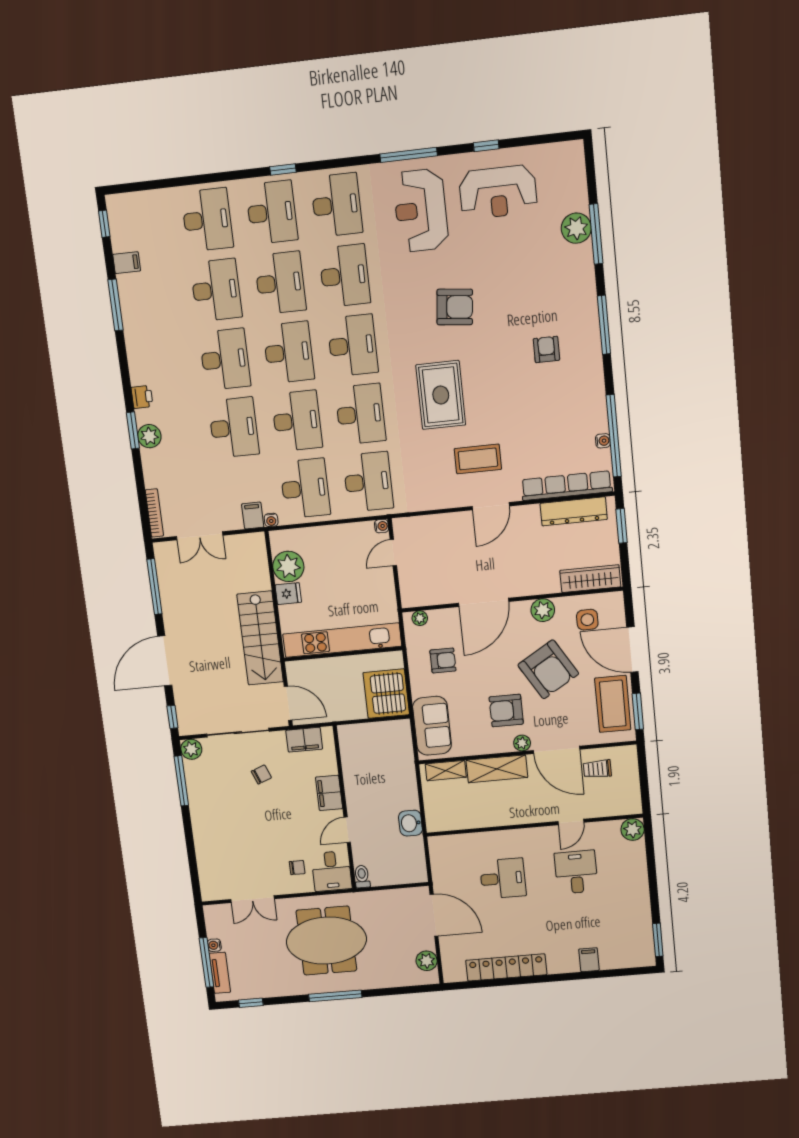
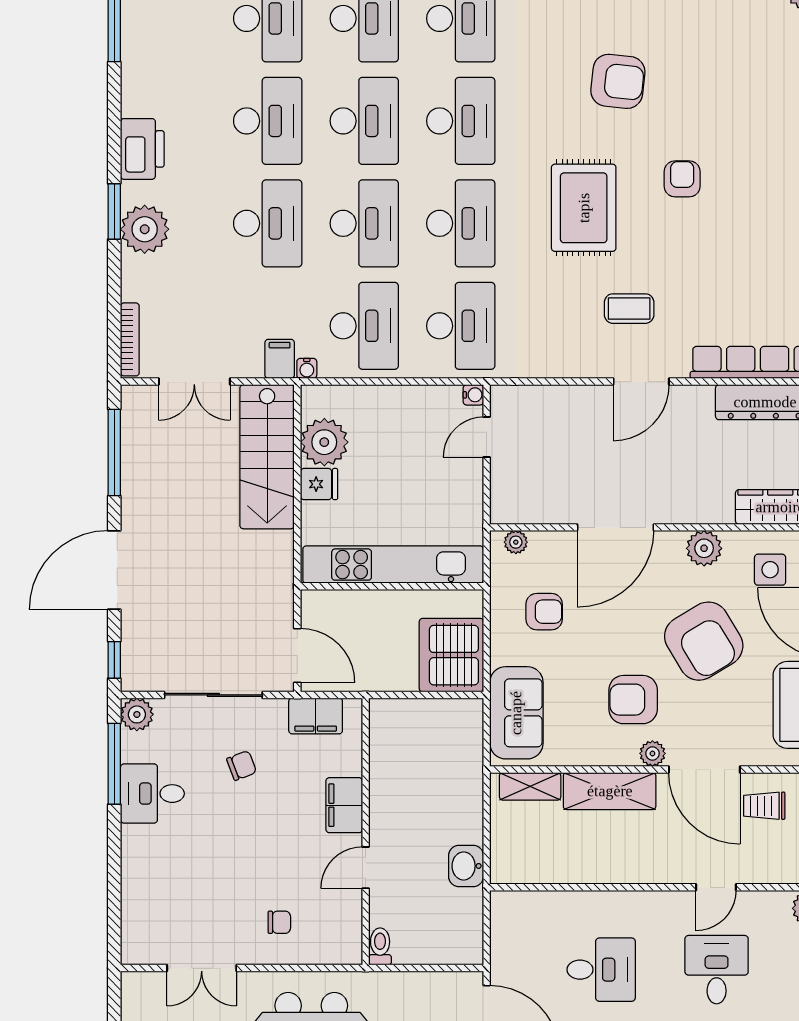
armchair: (546, 349) -> (682, 179), moved
printer: (142, 397) -> (142, 149), width x1.87, depth x1.48
plant: (149, 436) -> (145, 229), width x1.36, depth x1.36
coffee table: (478, 459) -> (629, 309), width x0.73, depth x0.77
stairs: (260, 638) -> (267, 457), moved
desk: (331, 871) -> (152, 794), moved, turned 90

